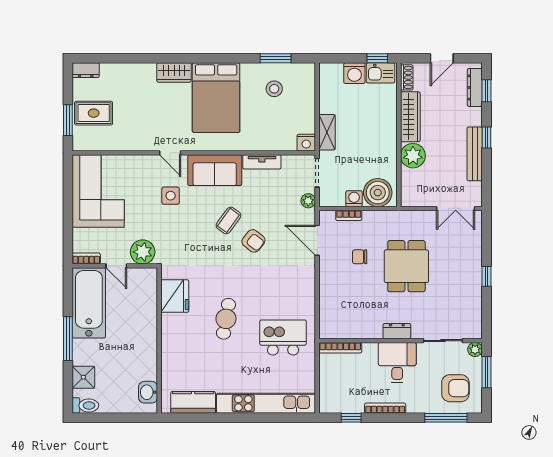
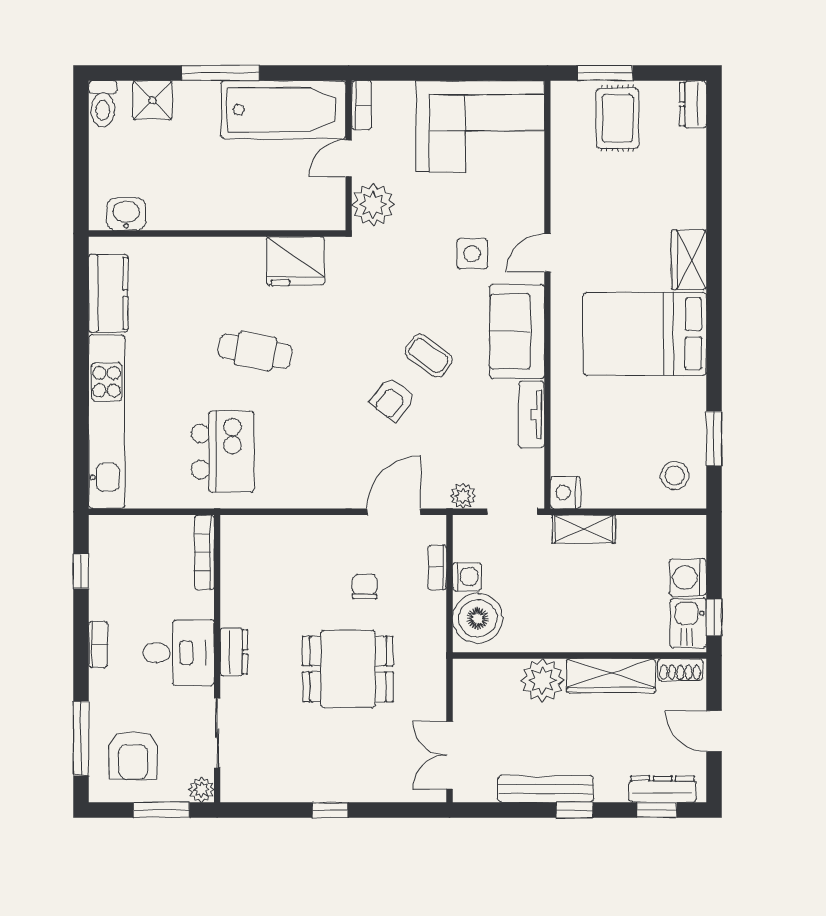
stool: (274, 89) -> (675, 476), moved
bookcase: (385, 408) -> (98, 644), width x0.64

